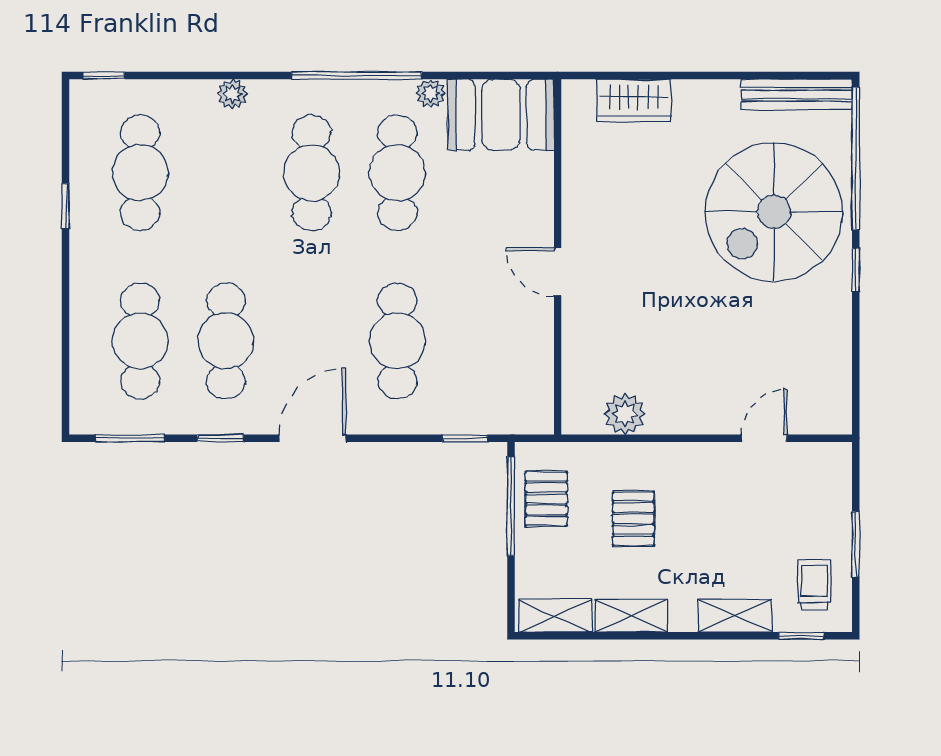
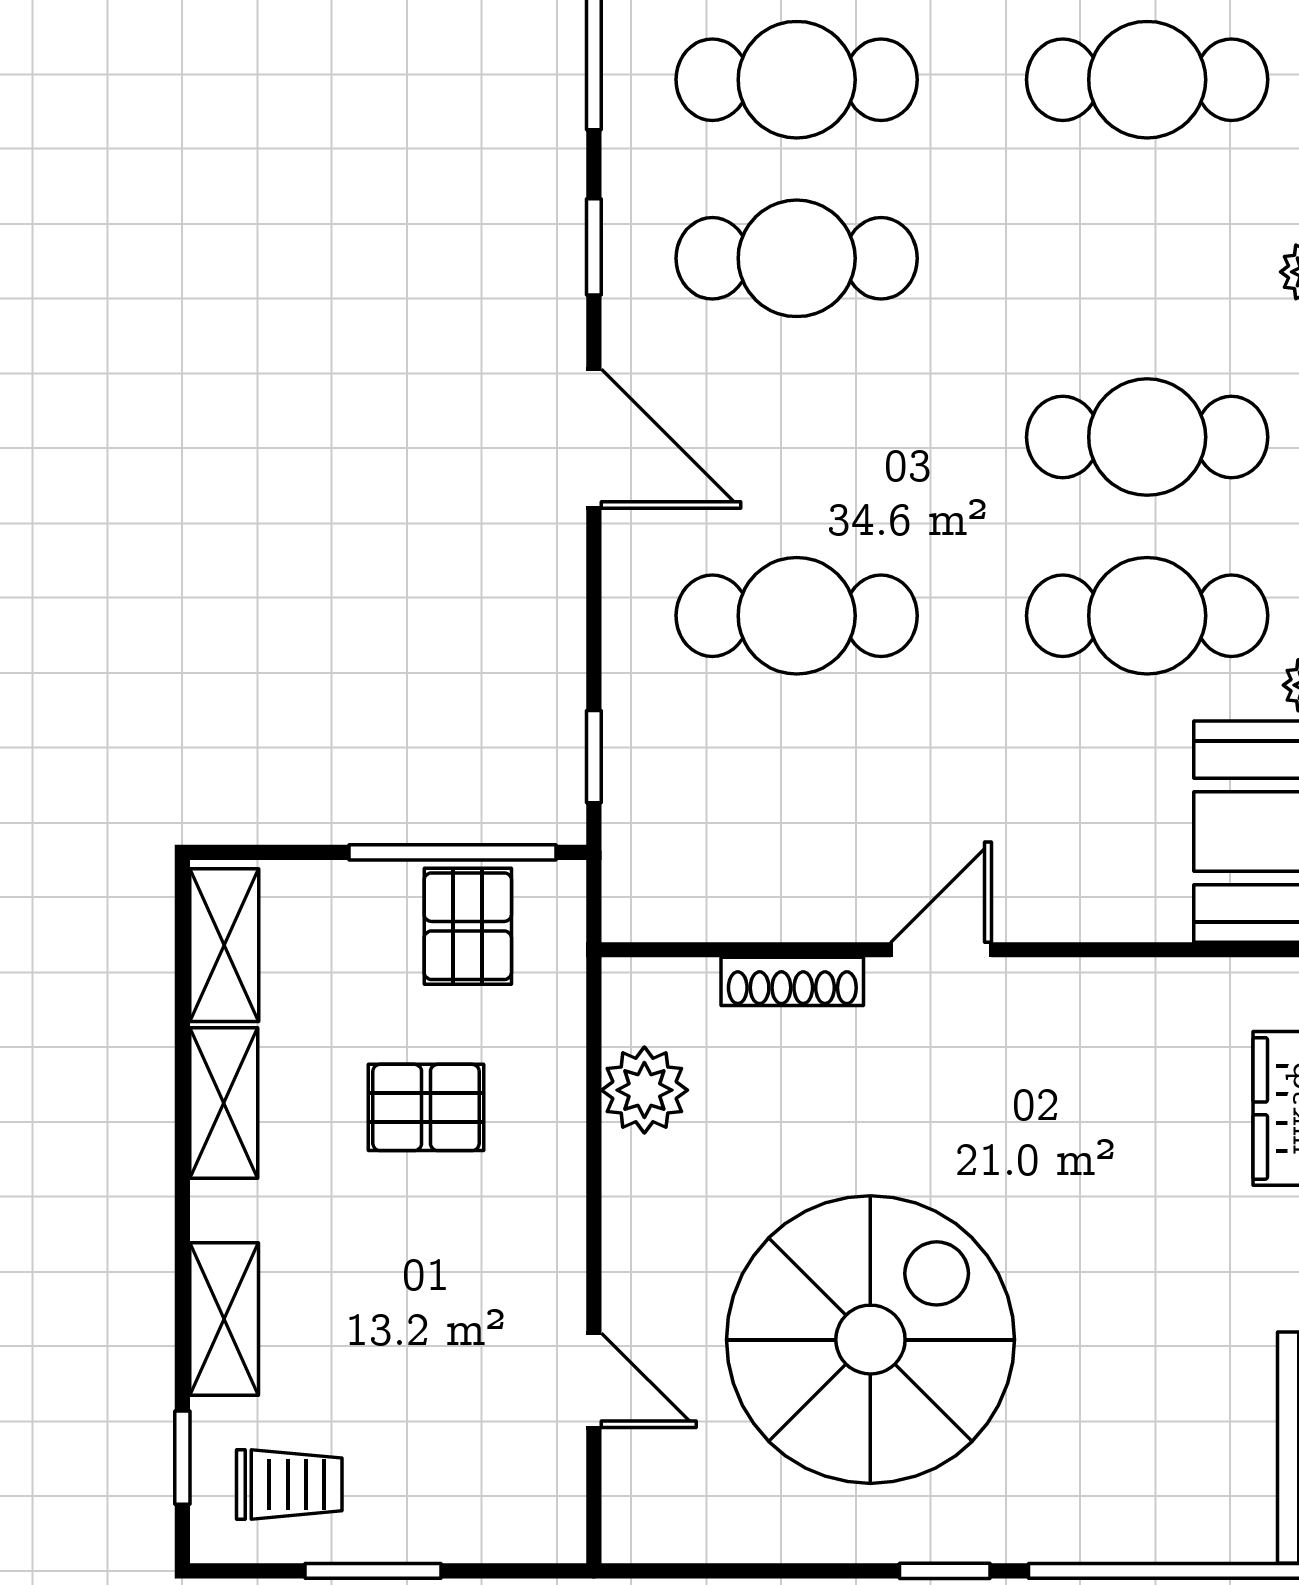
spiral stairs: (774, 212) -> (870, 1340), moved, turned 90
shoe rack: (573, 343) -> (792, 981), added
pallet: (546, 499) -> (468, 926), turned 90

